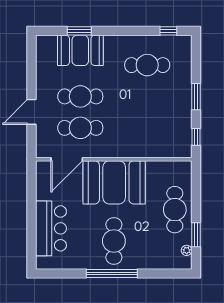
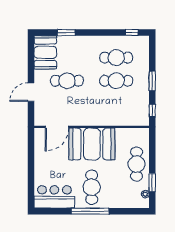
booth: (80, 50) -> (45, 52), moved, turned 90
cafe table: (80, 128) -> (116, 81), moved
bar counter: (51, 228) -> (54, 197), moved, turned -90

